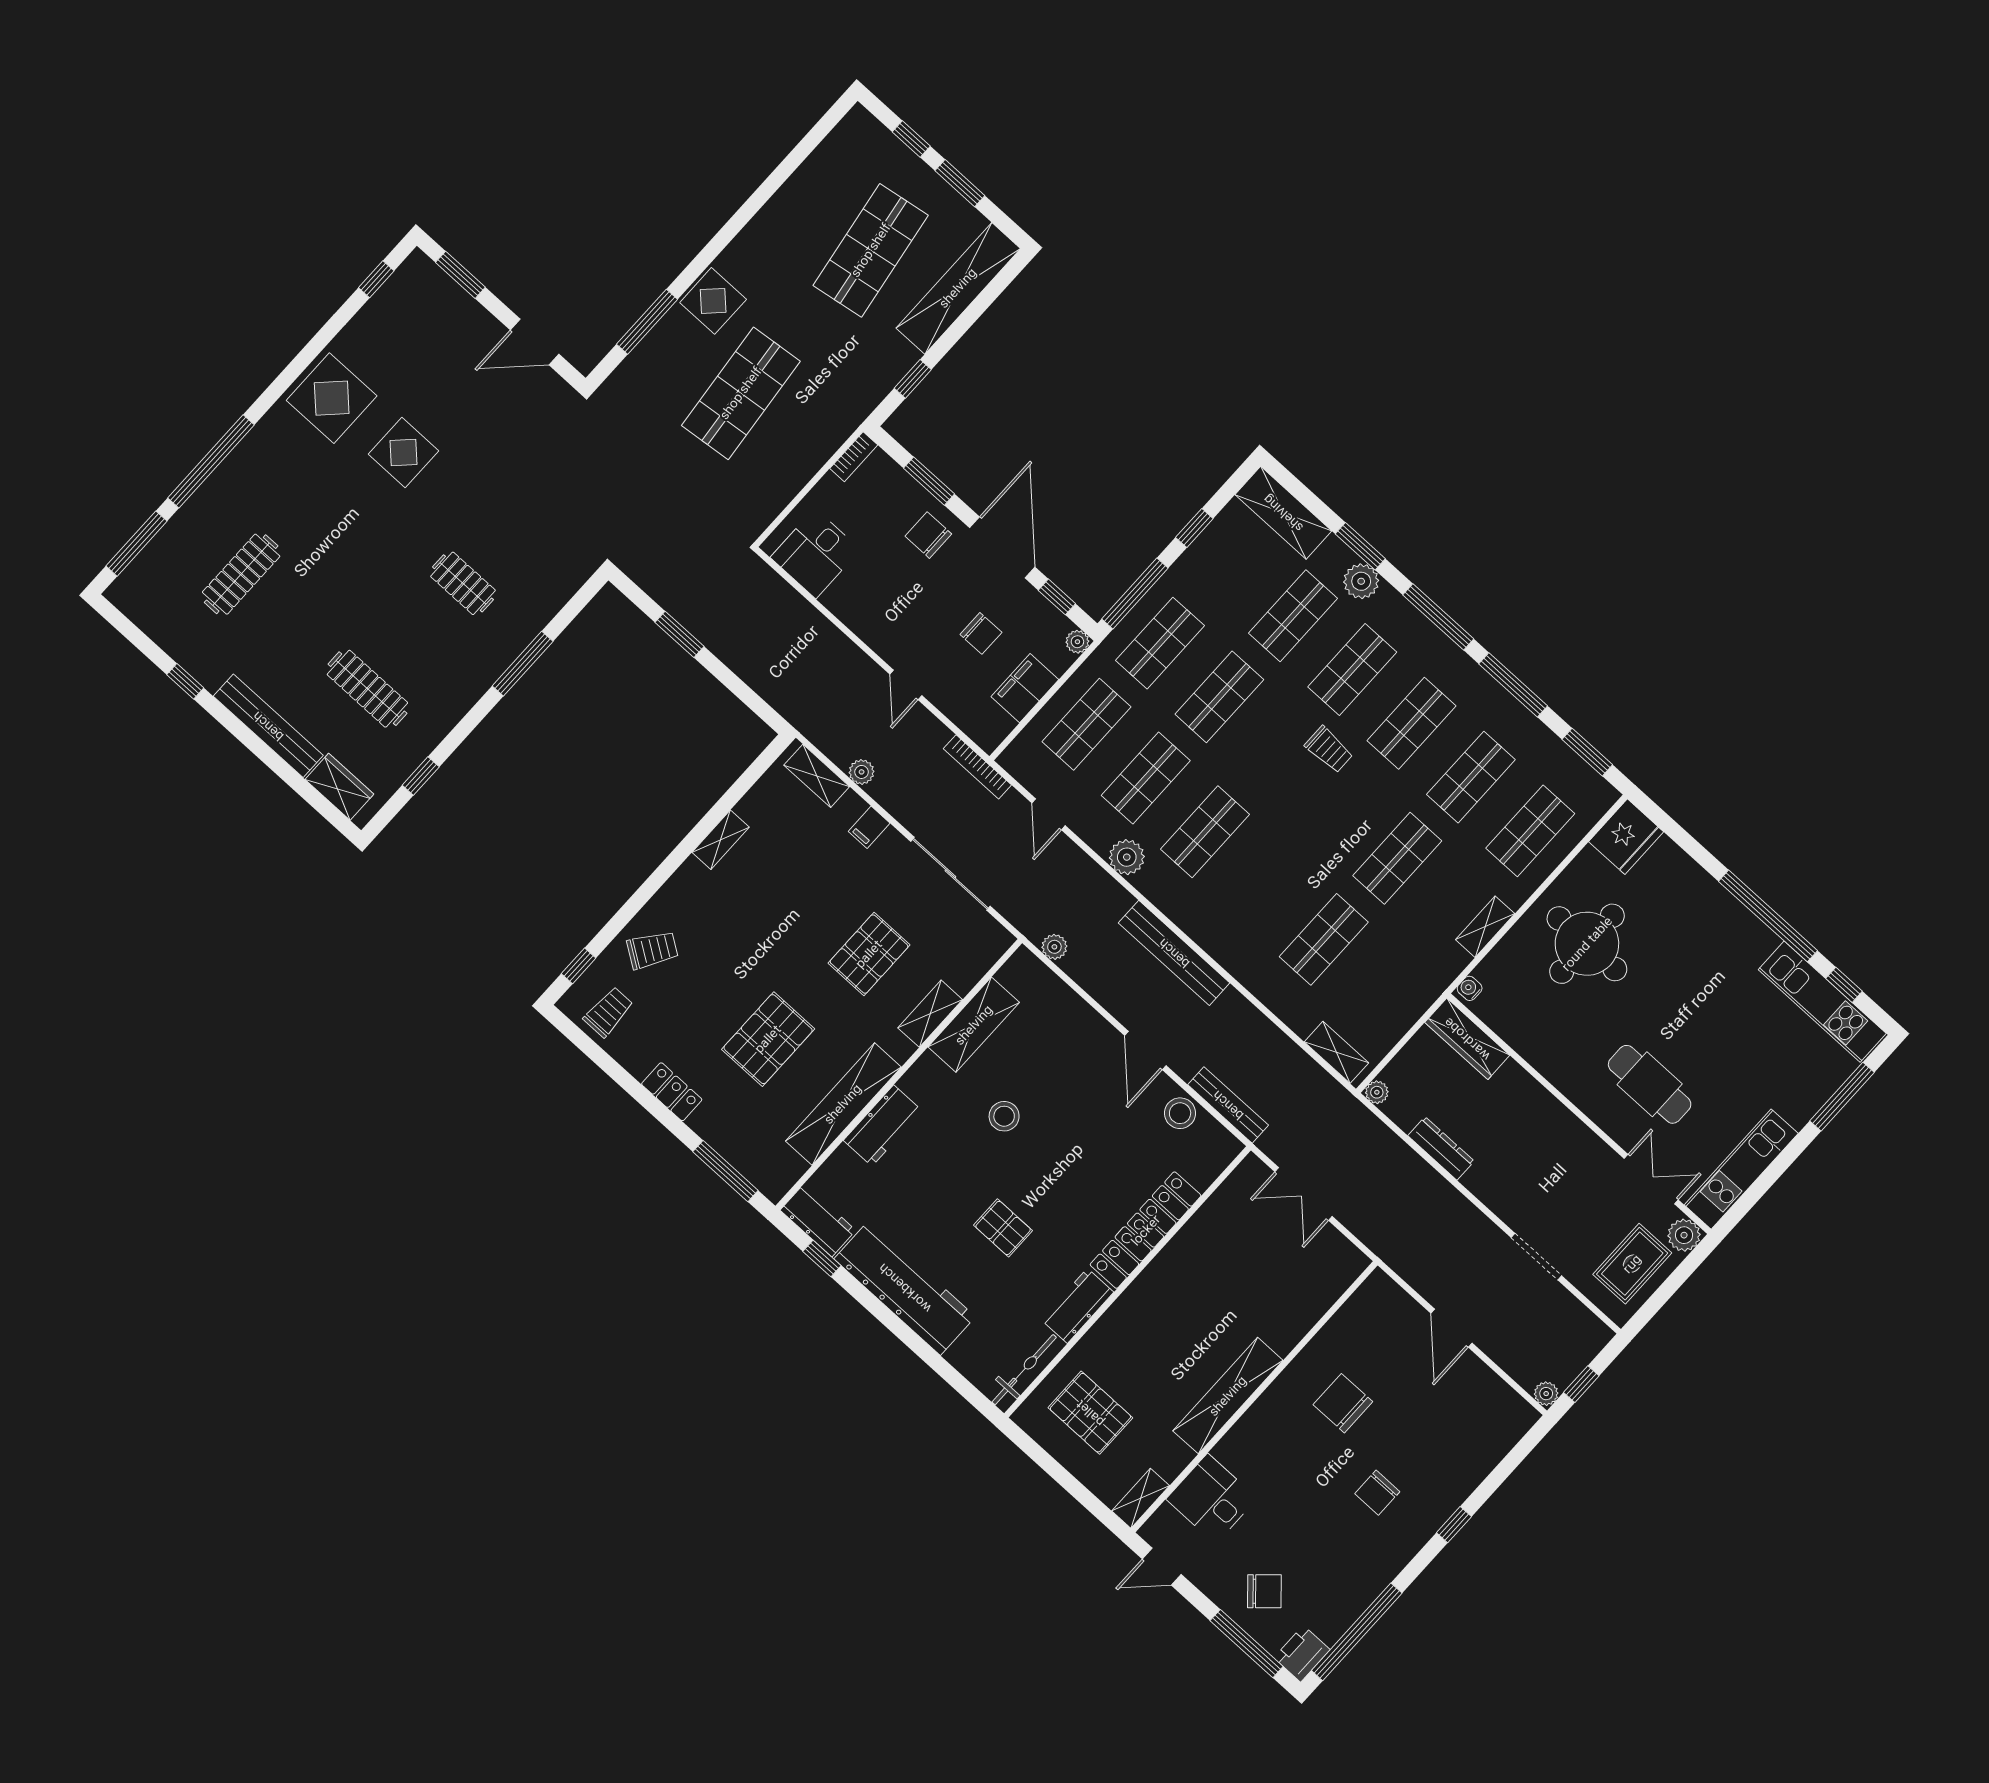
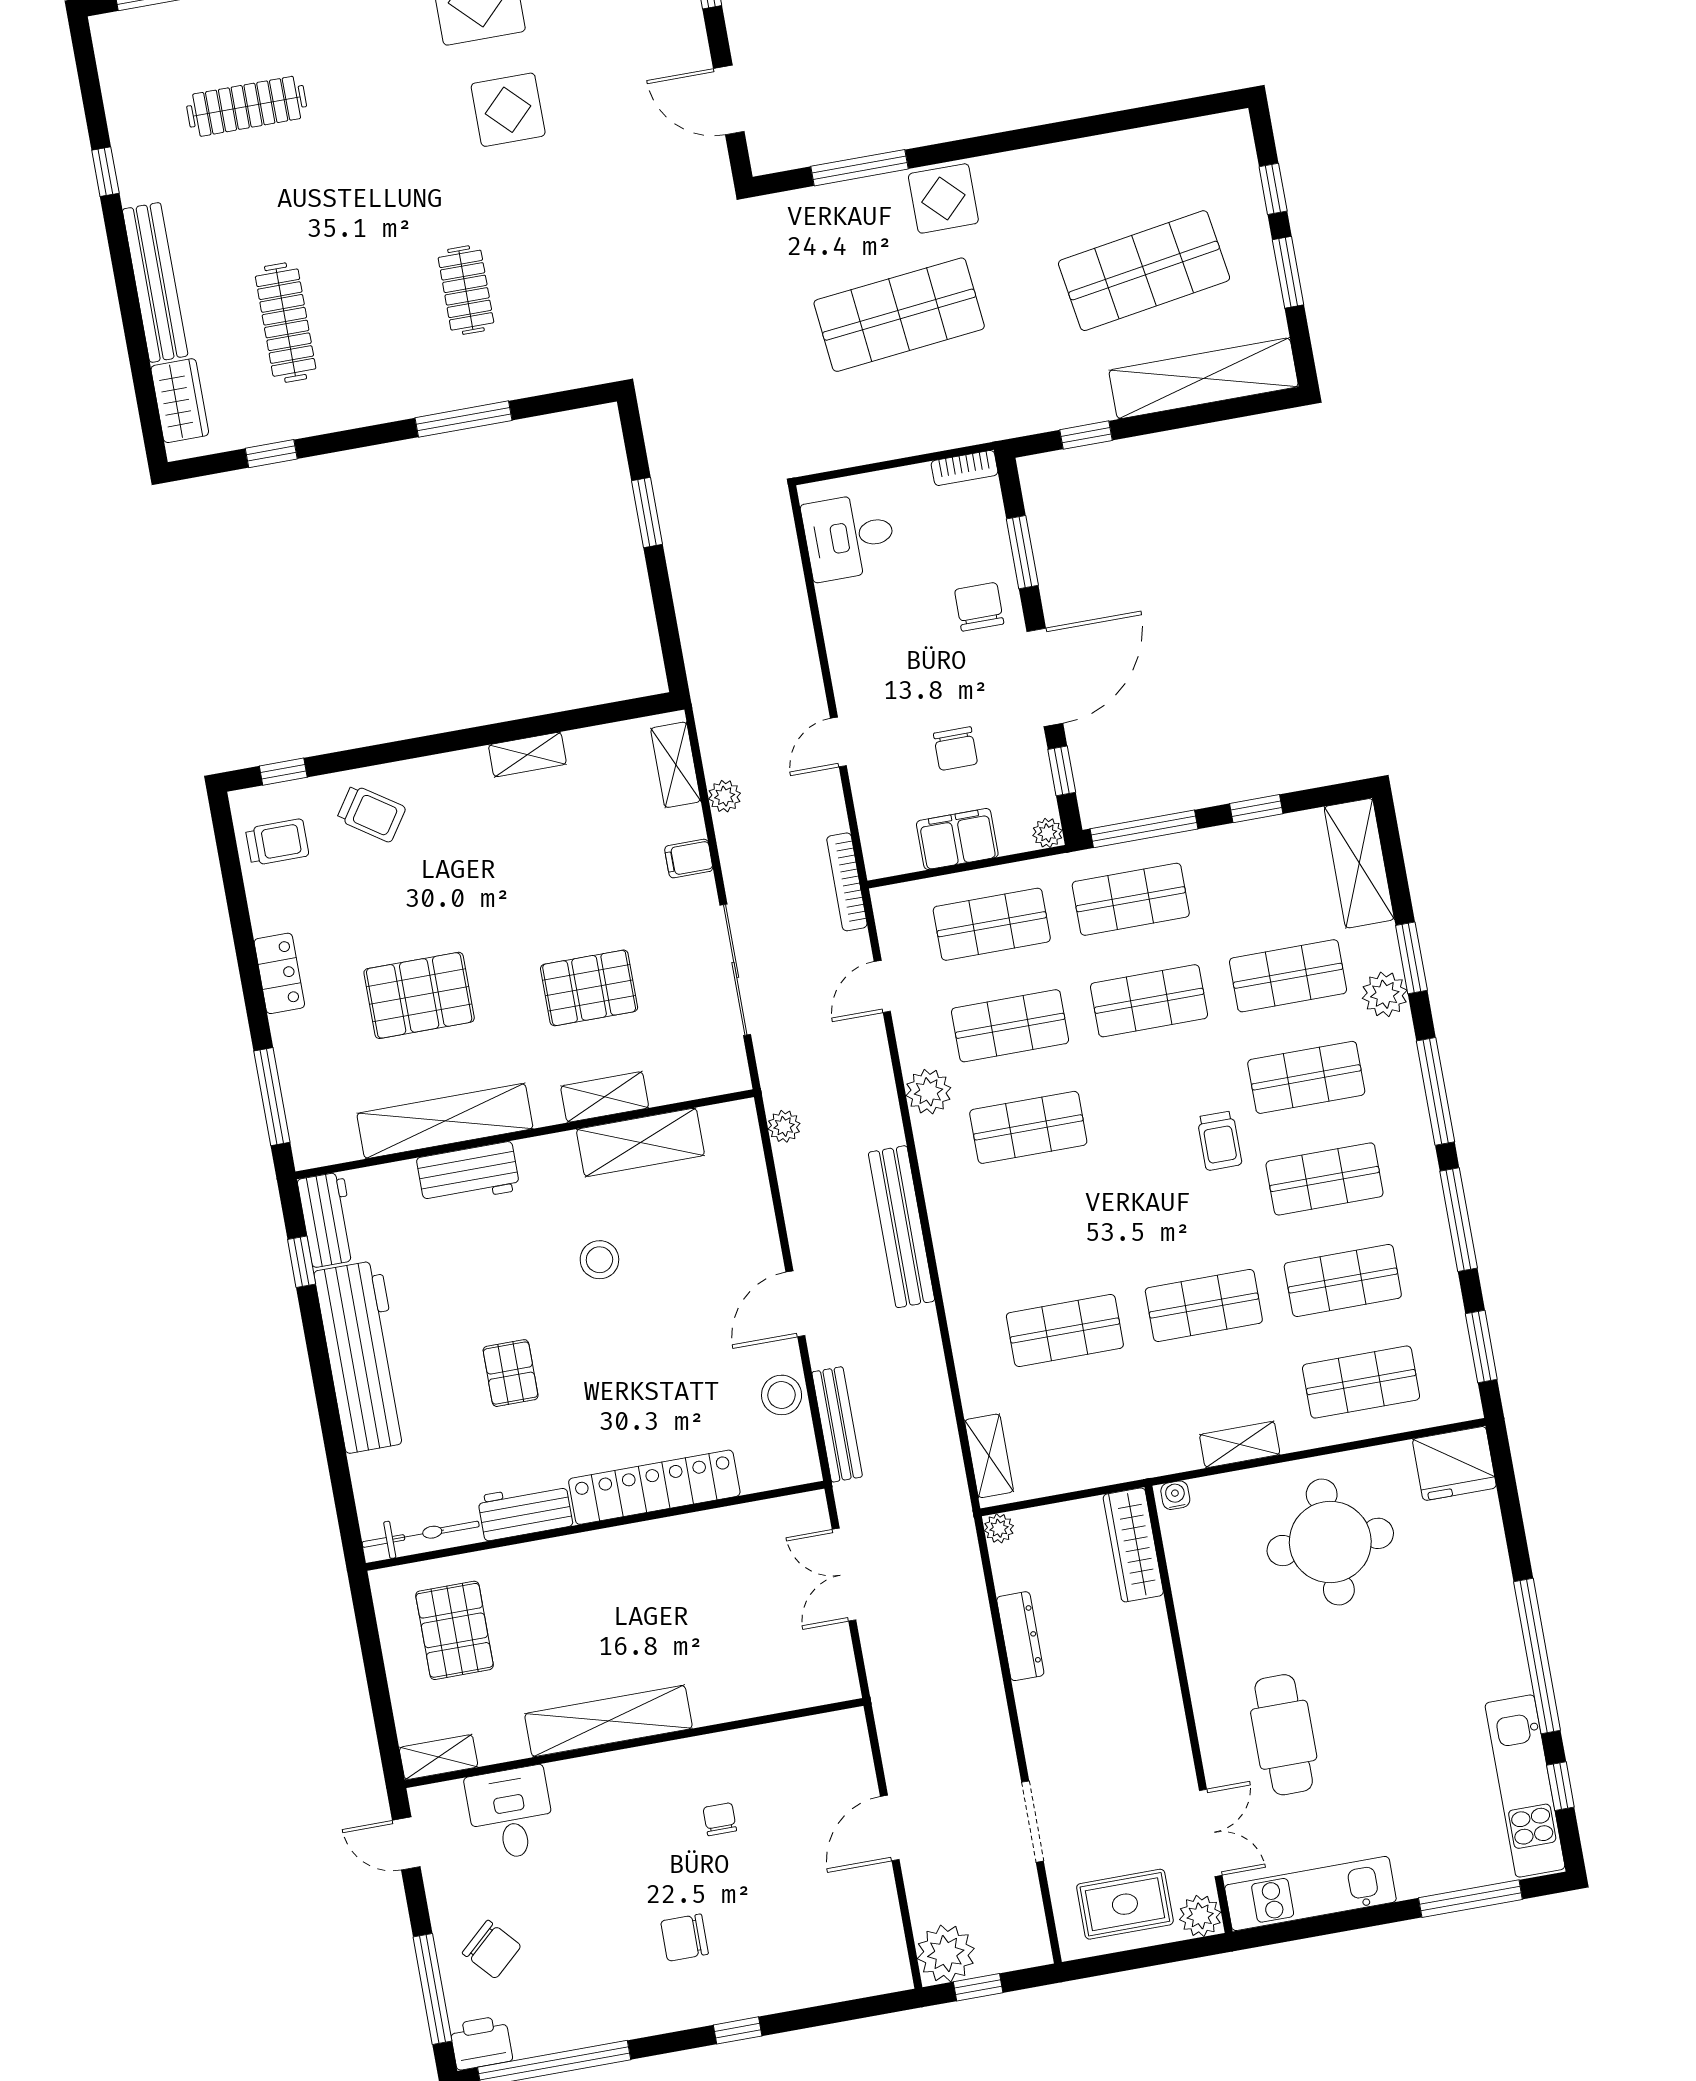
plant: (1546, 1394) -> (946, 1953), width x1.87, depth x1.87
chair: (1343, 1403) -> (720, 1819), width x0.54, depth x0.54

